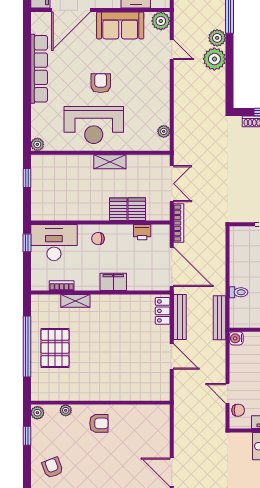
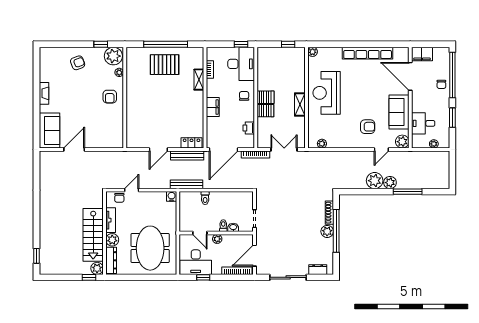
armchair: (101, 83) -> (368, 127), moved
double door: (172, 184) -> (284, 150), swing flipped
server rack: (137, 209) -> (265, 97), moved
plant: (37, 413) -> (113, 56), width x1.88, depth x1.88

